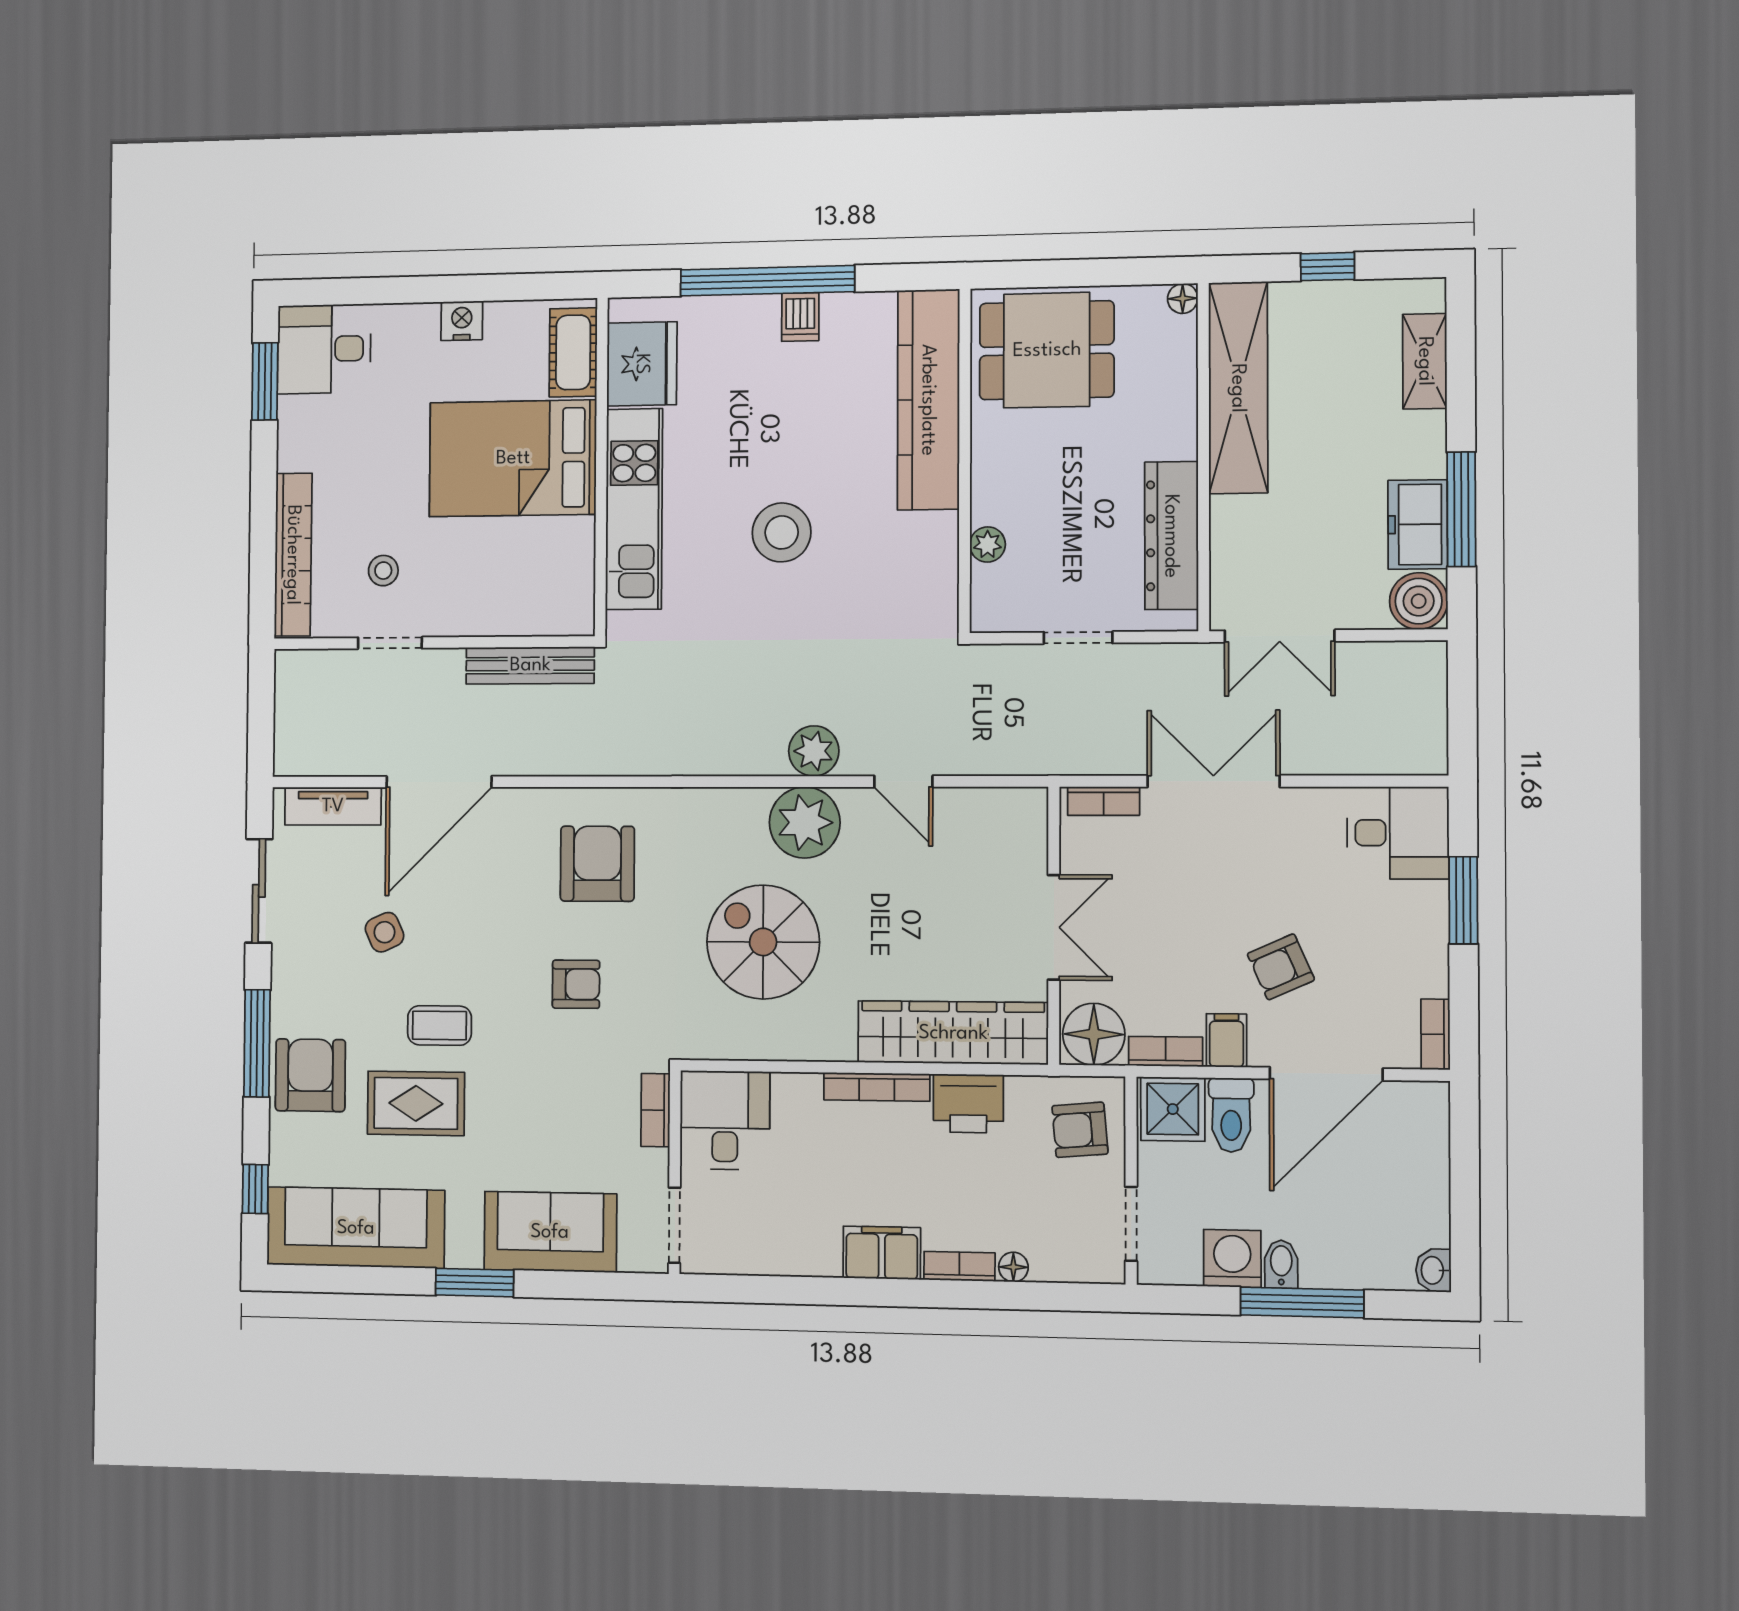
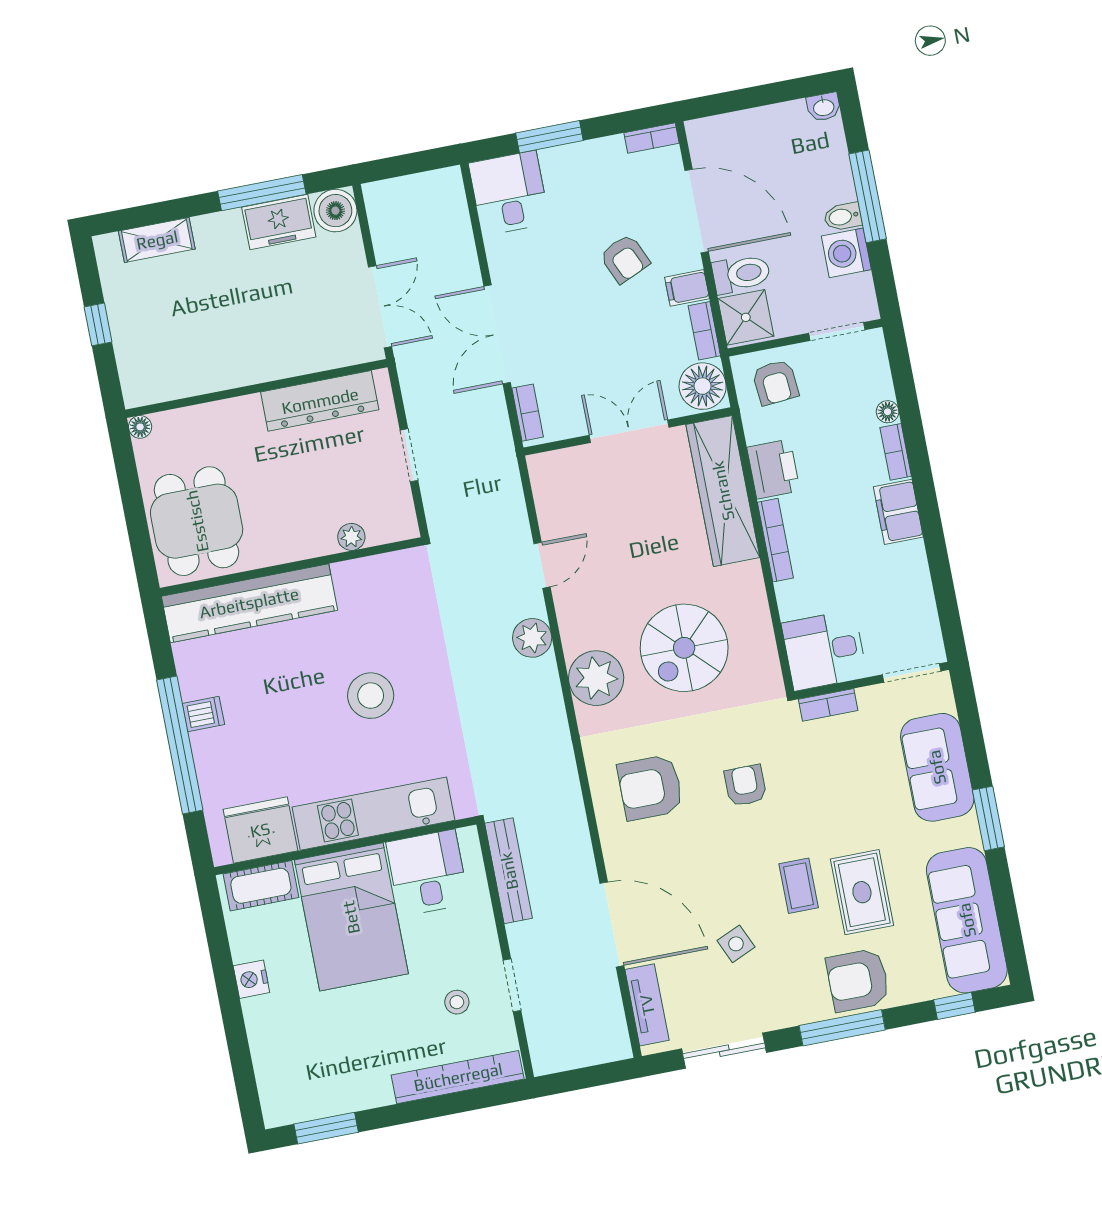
desk: (324, 349) -> (427, 873), moved, turned 180
shelving: (1238, 388) -> (200, 373), removed
plant: (805, 822) -> (596, 678), moved

